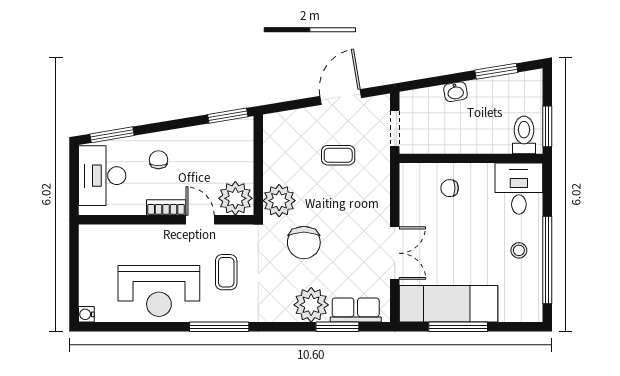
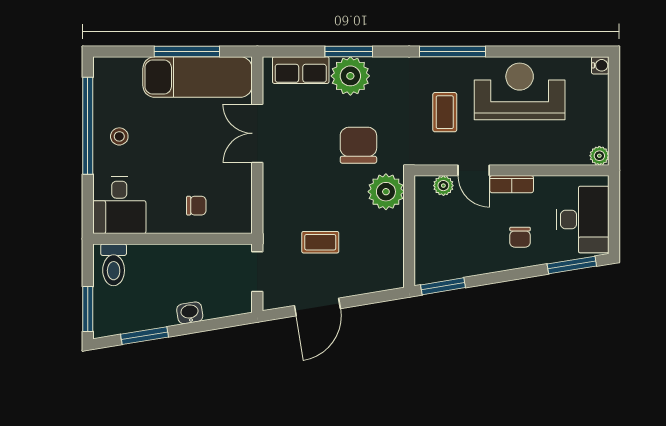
window: (547, 126) -> (88, 309), moved
plant: (235, 198) -> (443, 186), width x0.53, depth x0.53
plant: (87, 233) -> (599, 156), added
window: (337, 327) -> (349, 52), moved

